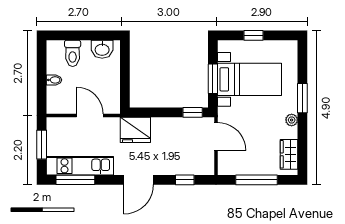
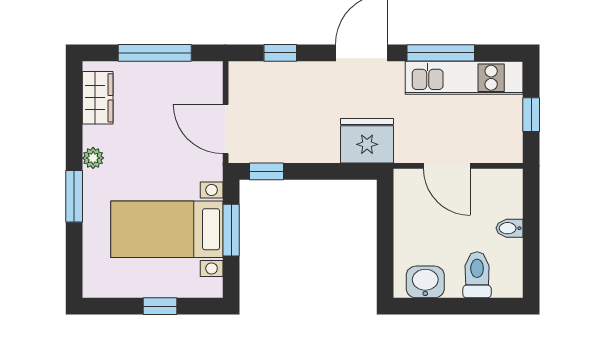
window: (42, 145) -> (531, 115), width x0.67
window: (75, 180) -> (441, 53), moved

